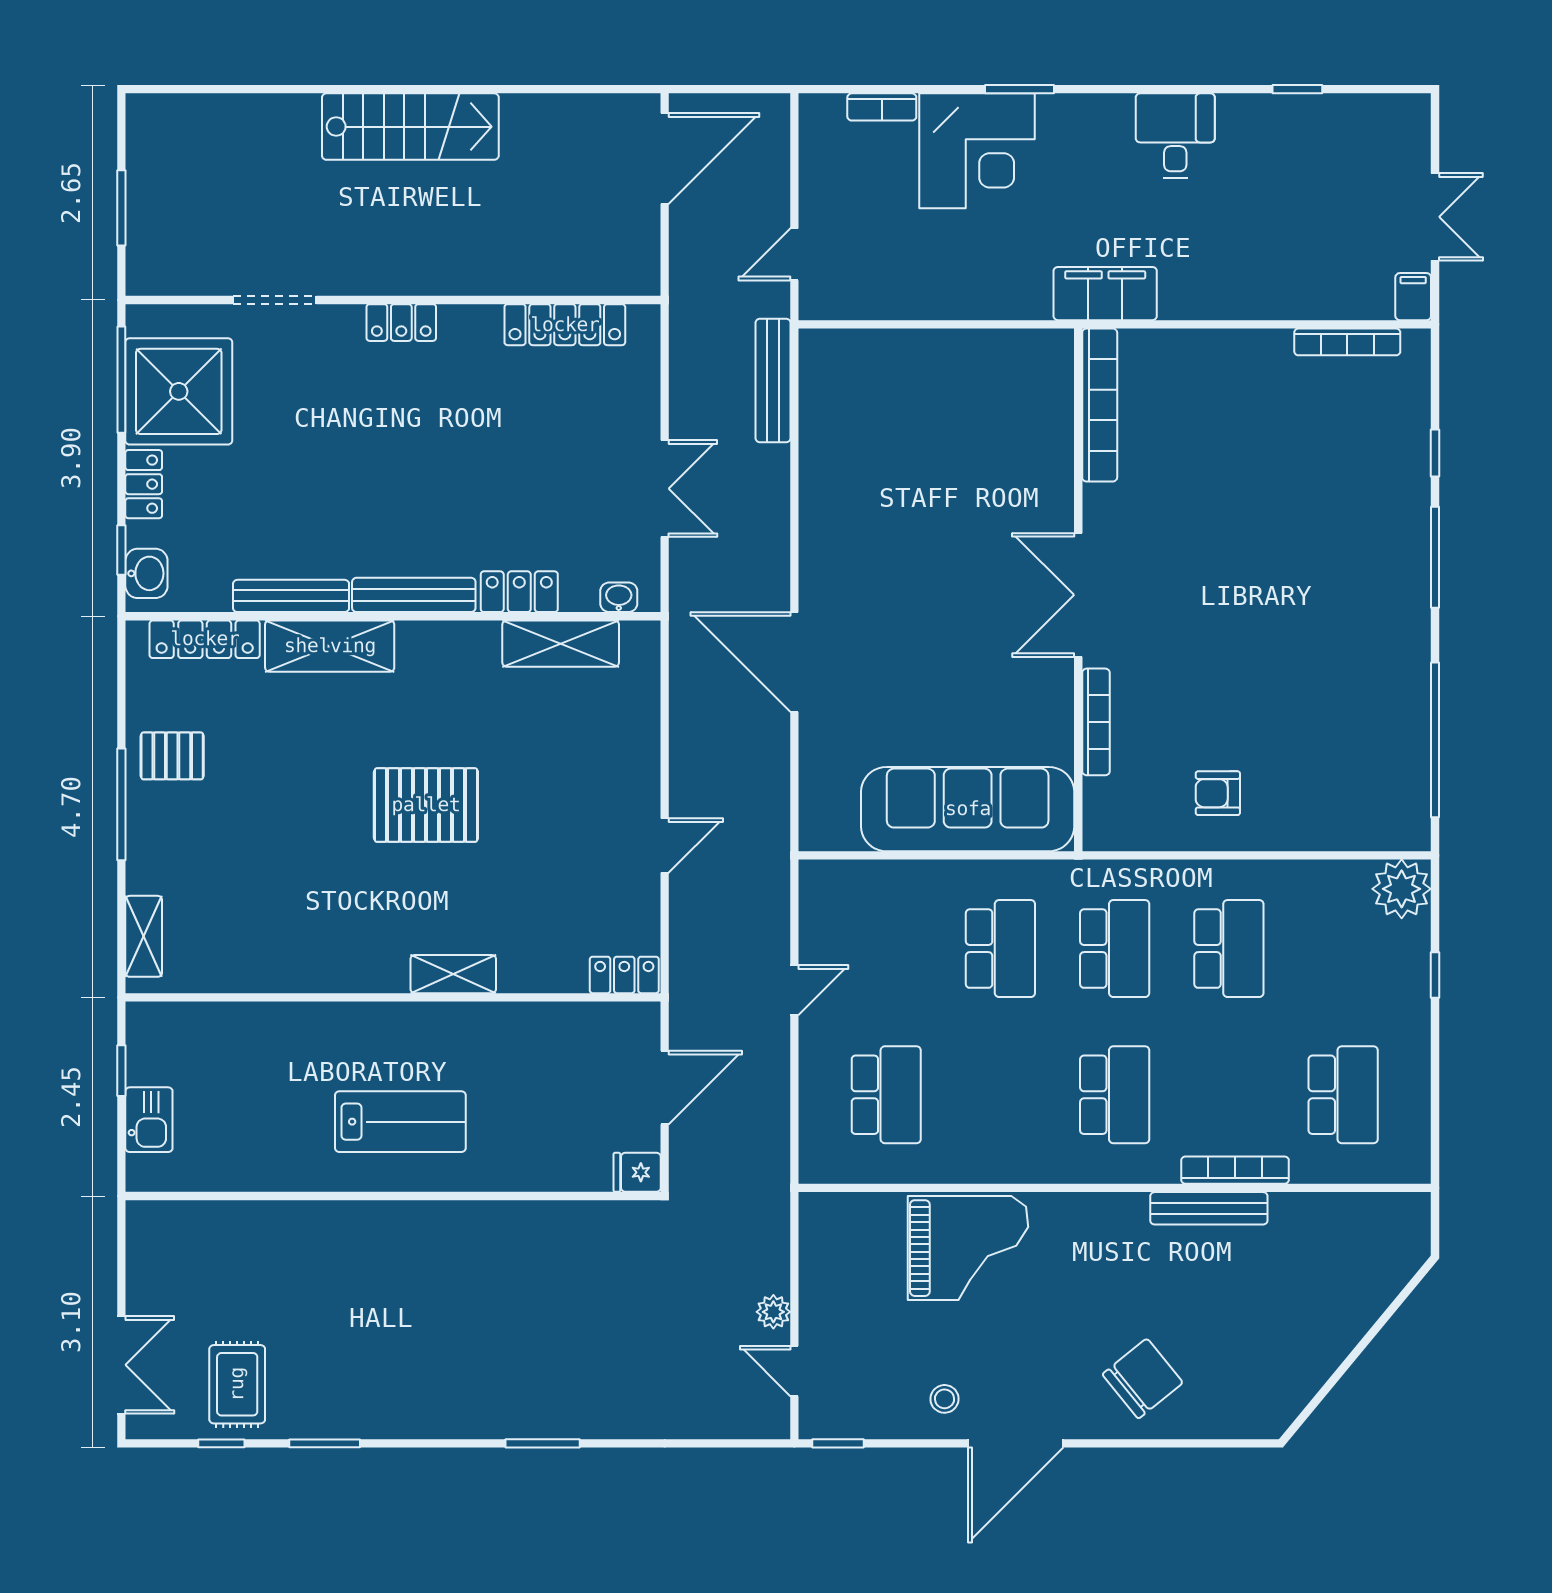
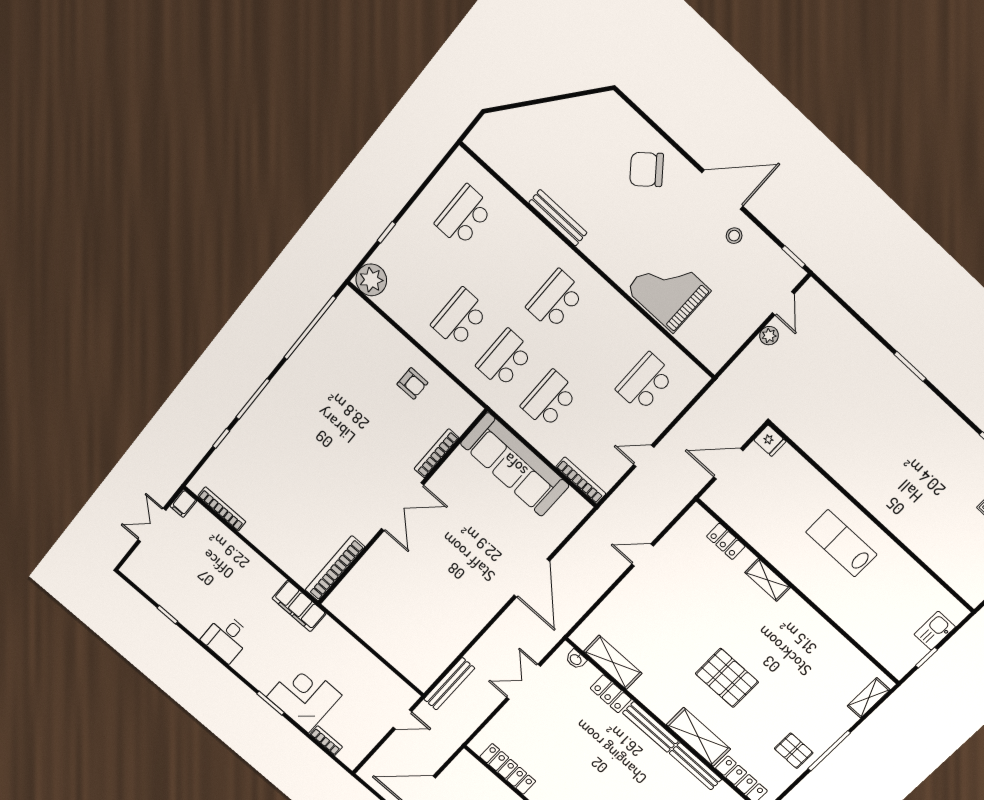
pallet: (426, 805) -> (727, 678), moved
locker: (624, 975) -> (726, 541), moved
bookcase: (1235, 1170) -> (581, 480), moved, turned 180

